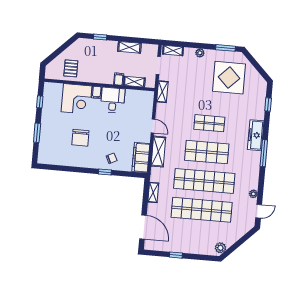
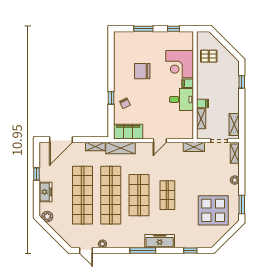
shelving: (129, 47) -> (234, 124), moved
shelving: (158, 152) -> (121, 148), moved
freezer: (195, 247) -> (46, 192), added

